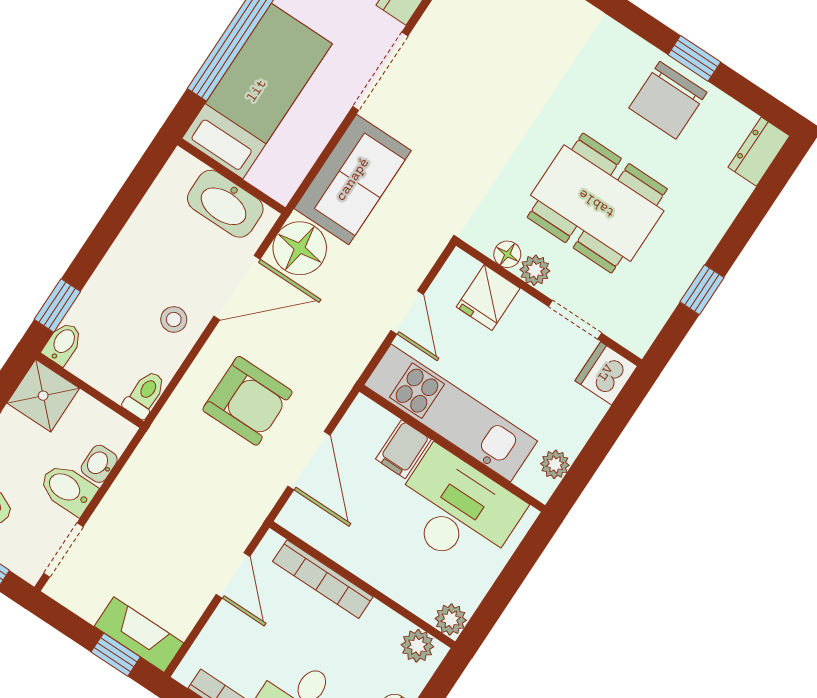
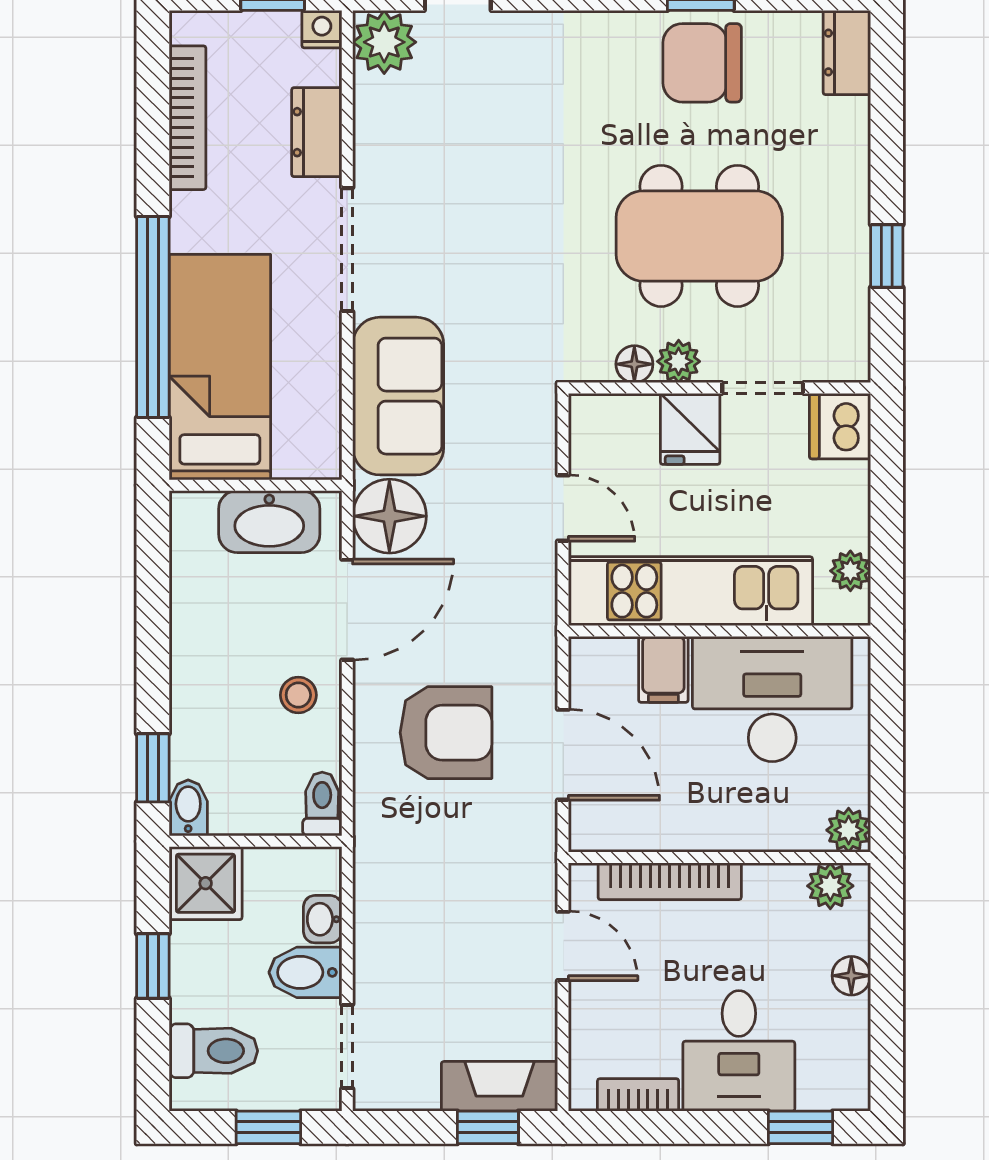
chair: (668, 100) -> (702, 63), turned 90
fridge: (488, 298) -> (690, 429), moved

